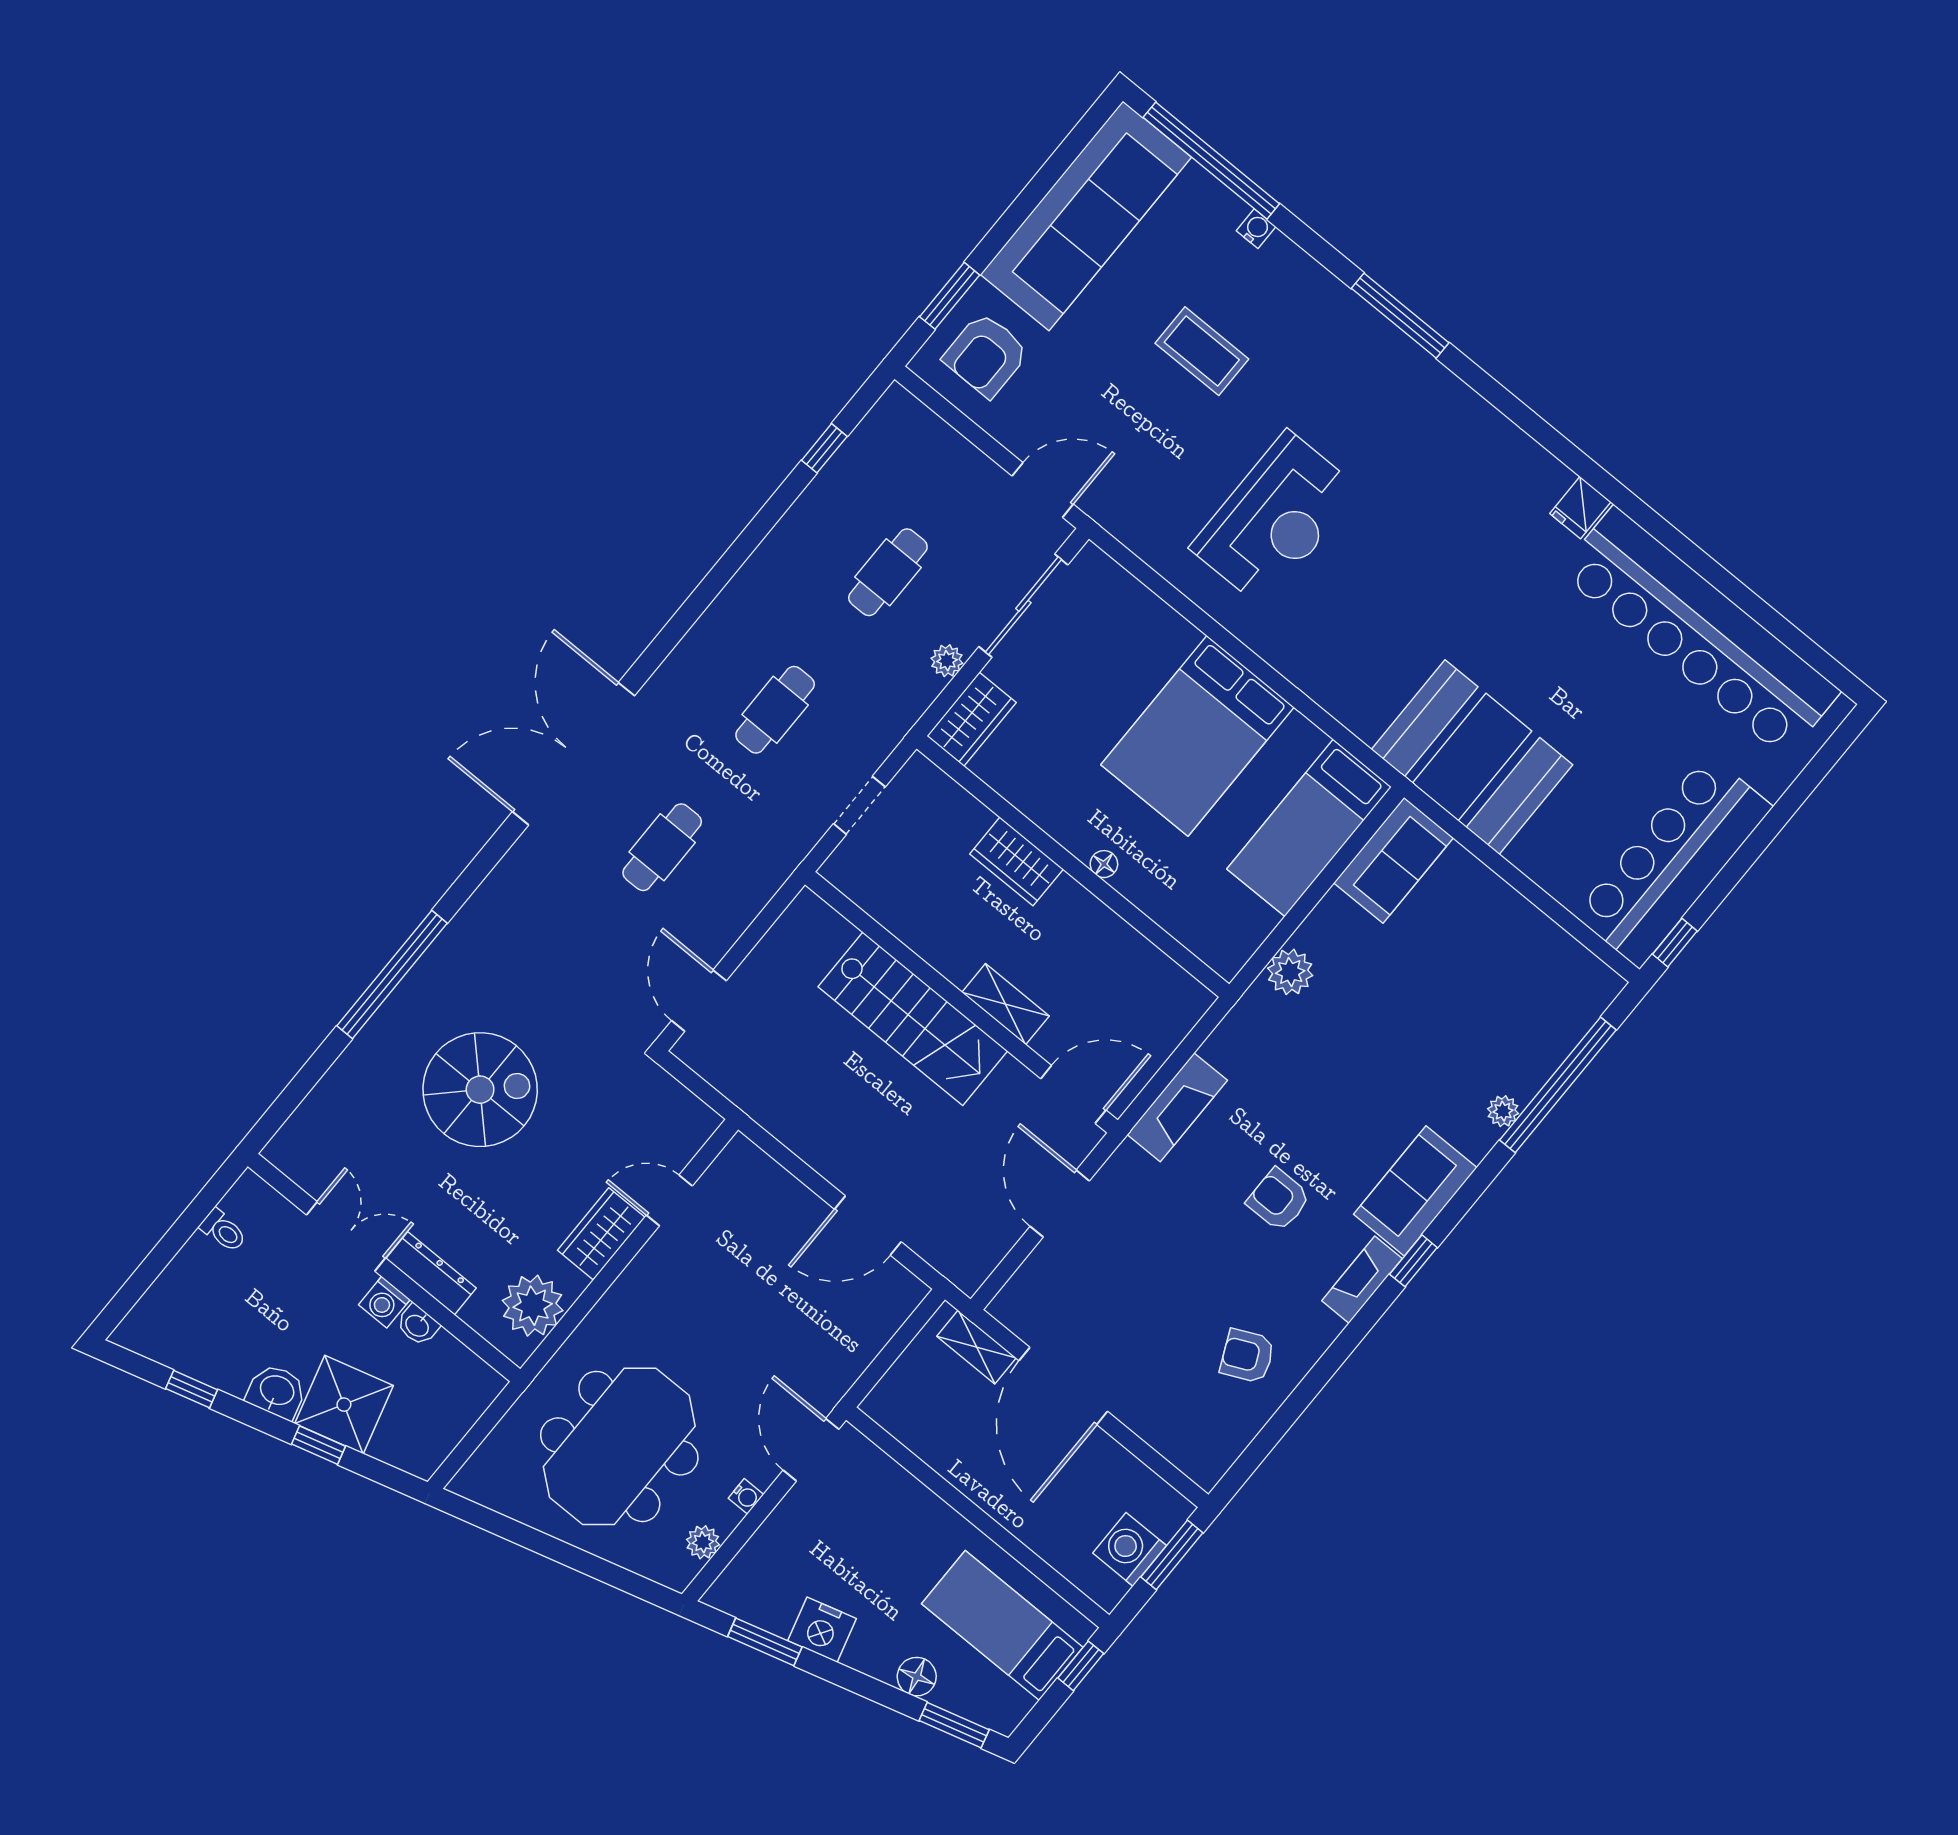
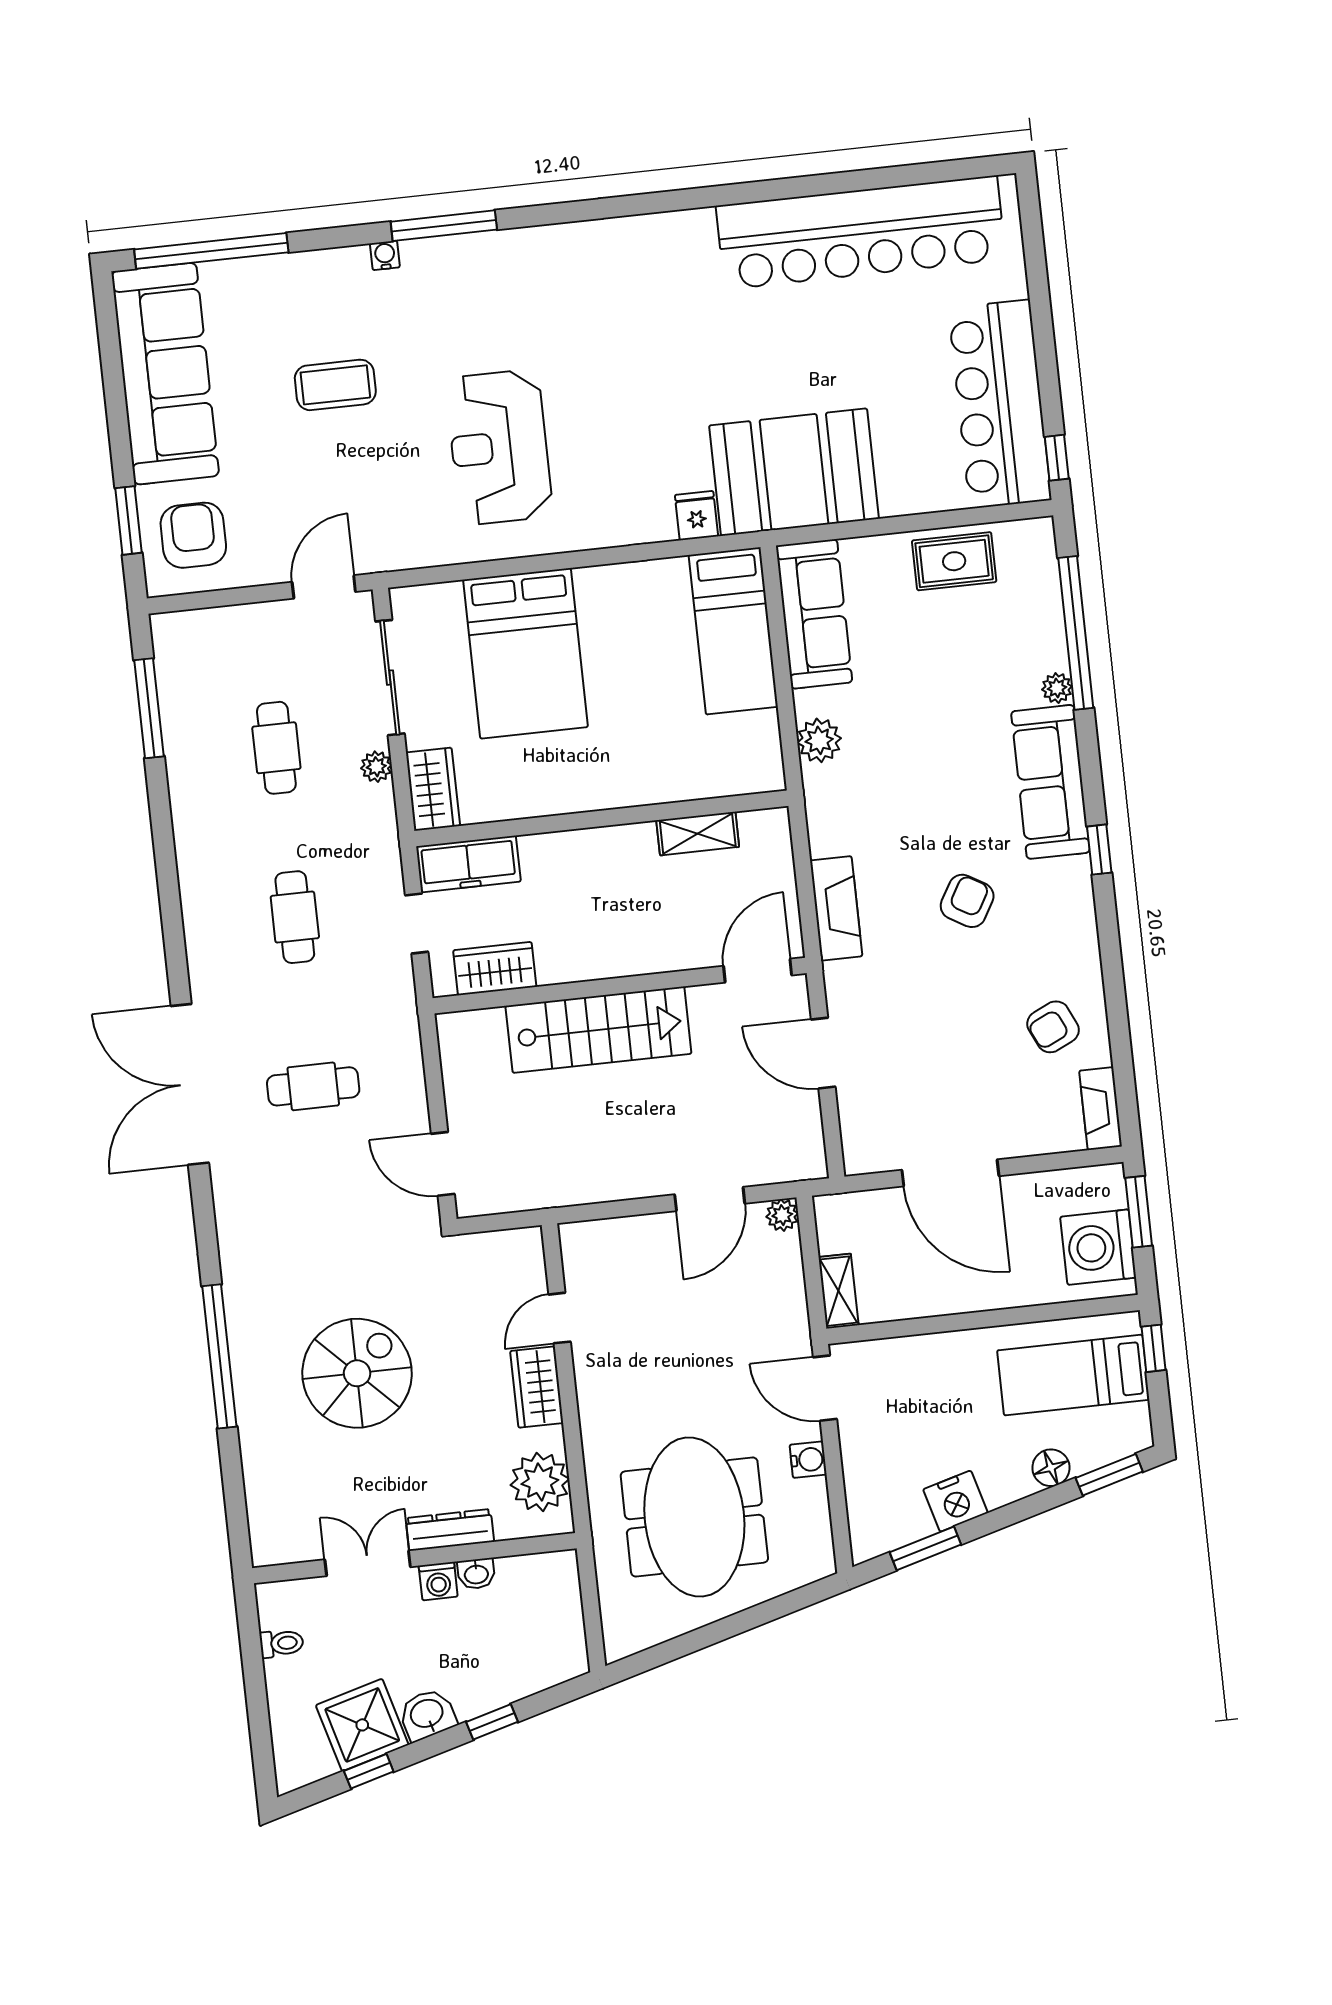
water cooler: (1256, 229) -> (385, 255), moved
armchair: (986, 355) -> (193, 535), turned 180
window: (824, 448) -> (149, 708), width x2.17
fridge: (1580, 508) -> (696, 516), moved, turned 180
reception desk: (1275, 519) -> (499, 447), turned 180
bed: (1198, 736) -> (525, 653), moved
freezer: (942, 800) -> (468, 864), added
cafe table: (662, 847) -> (313, 1086), turned 90
sofa: (1394, 860) -> (814, 614), width x1.36
wardrobe: (1017, 861) -> (495, 969), moved, turned 180
floor lamp: (1104, 864) -> (621, 795), removed
rug: (1523, 942) -> (954, 561), added
shelving: (1005, 1004) -> (698, 834), moved
sofa: (1415, 1191) -> (1050, 782), width x1.36
armchair: (1278, 1200) -> (967, 901), turned 120
fireplace: (1362, 1280) -> (1101, 1109), moved
shelving: (976, 1347) -> (838, 1291), moved, turned 90
shower: (344, 1405) -> (362, 1725), moved
water cooler: (746, 1496) -> (808, 1460), width x1.38, depth x1.38
plant: (703, 1542) -> (782, 1215), moved
washing machine: (1130, 1549) -> (1098, 1247), width x1.37, depth x1.37

